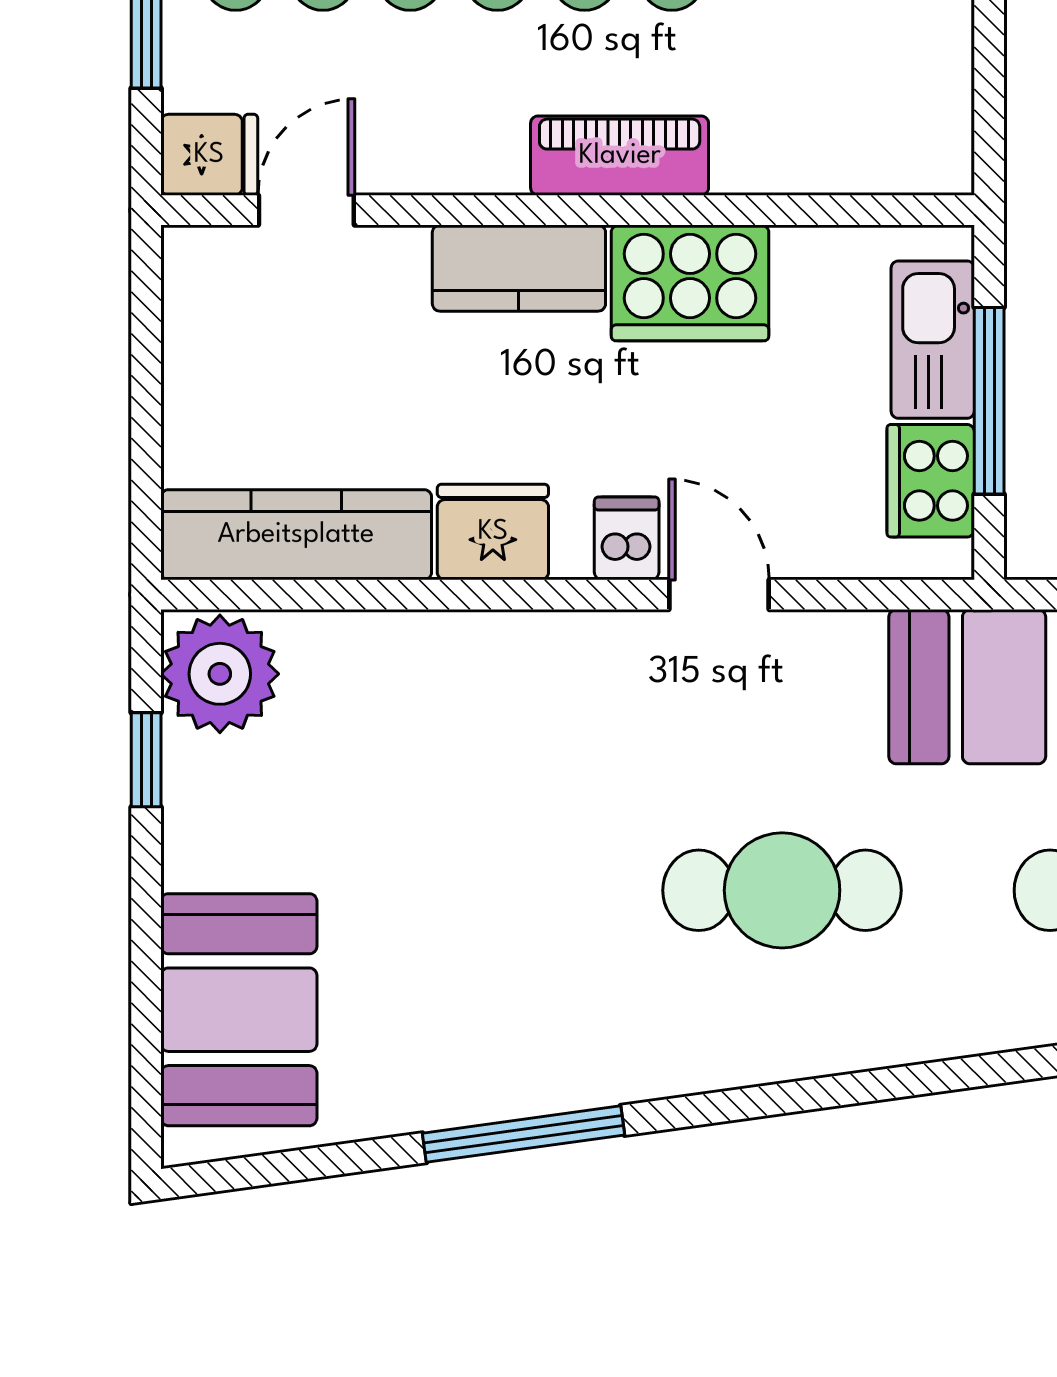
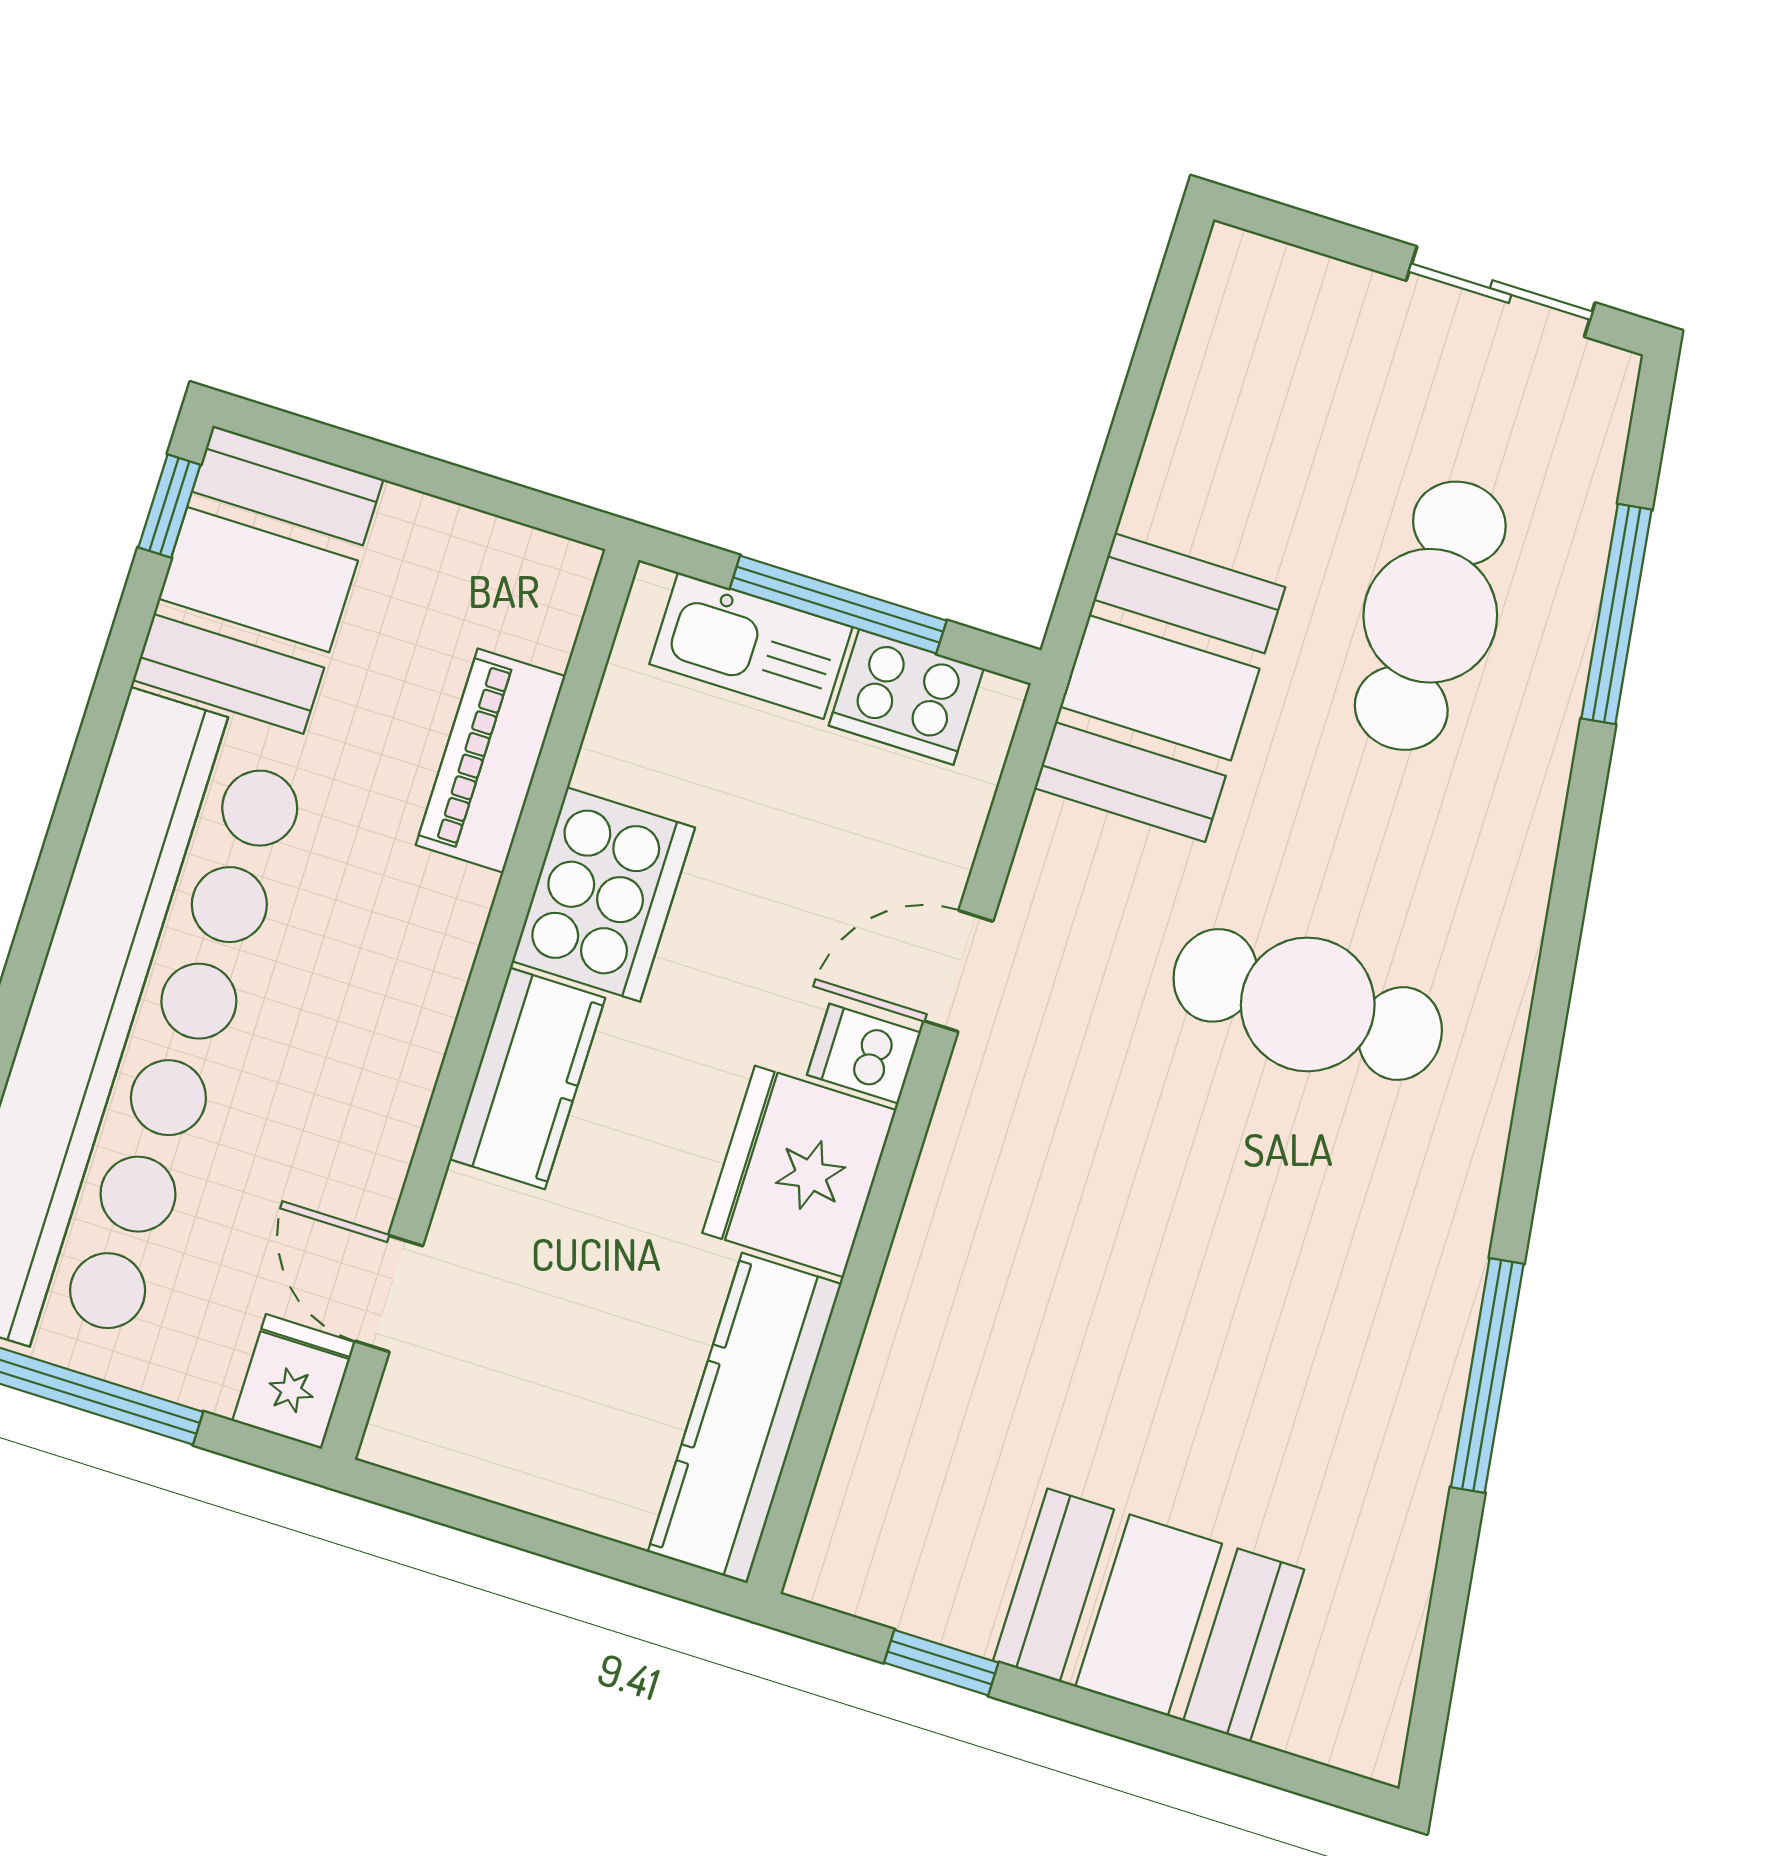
piano: (620, 156) -> (491, 761), moved
fridge: (493, 532) -> (799, 1172), width x1.36, depth x1.34
plant: (220, 674) -> (872, 1551), removed
cafe table: (782, 890) -> (1308, 1004), turned 90
booth: (239, 1010) -> (1149, 1615), moved

